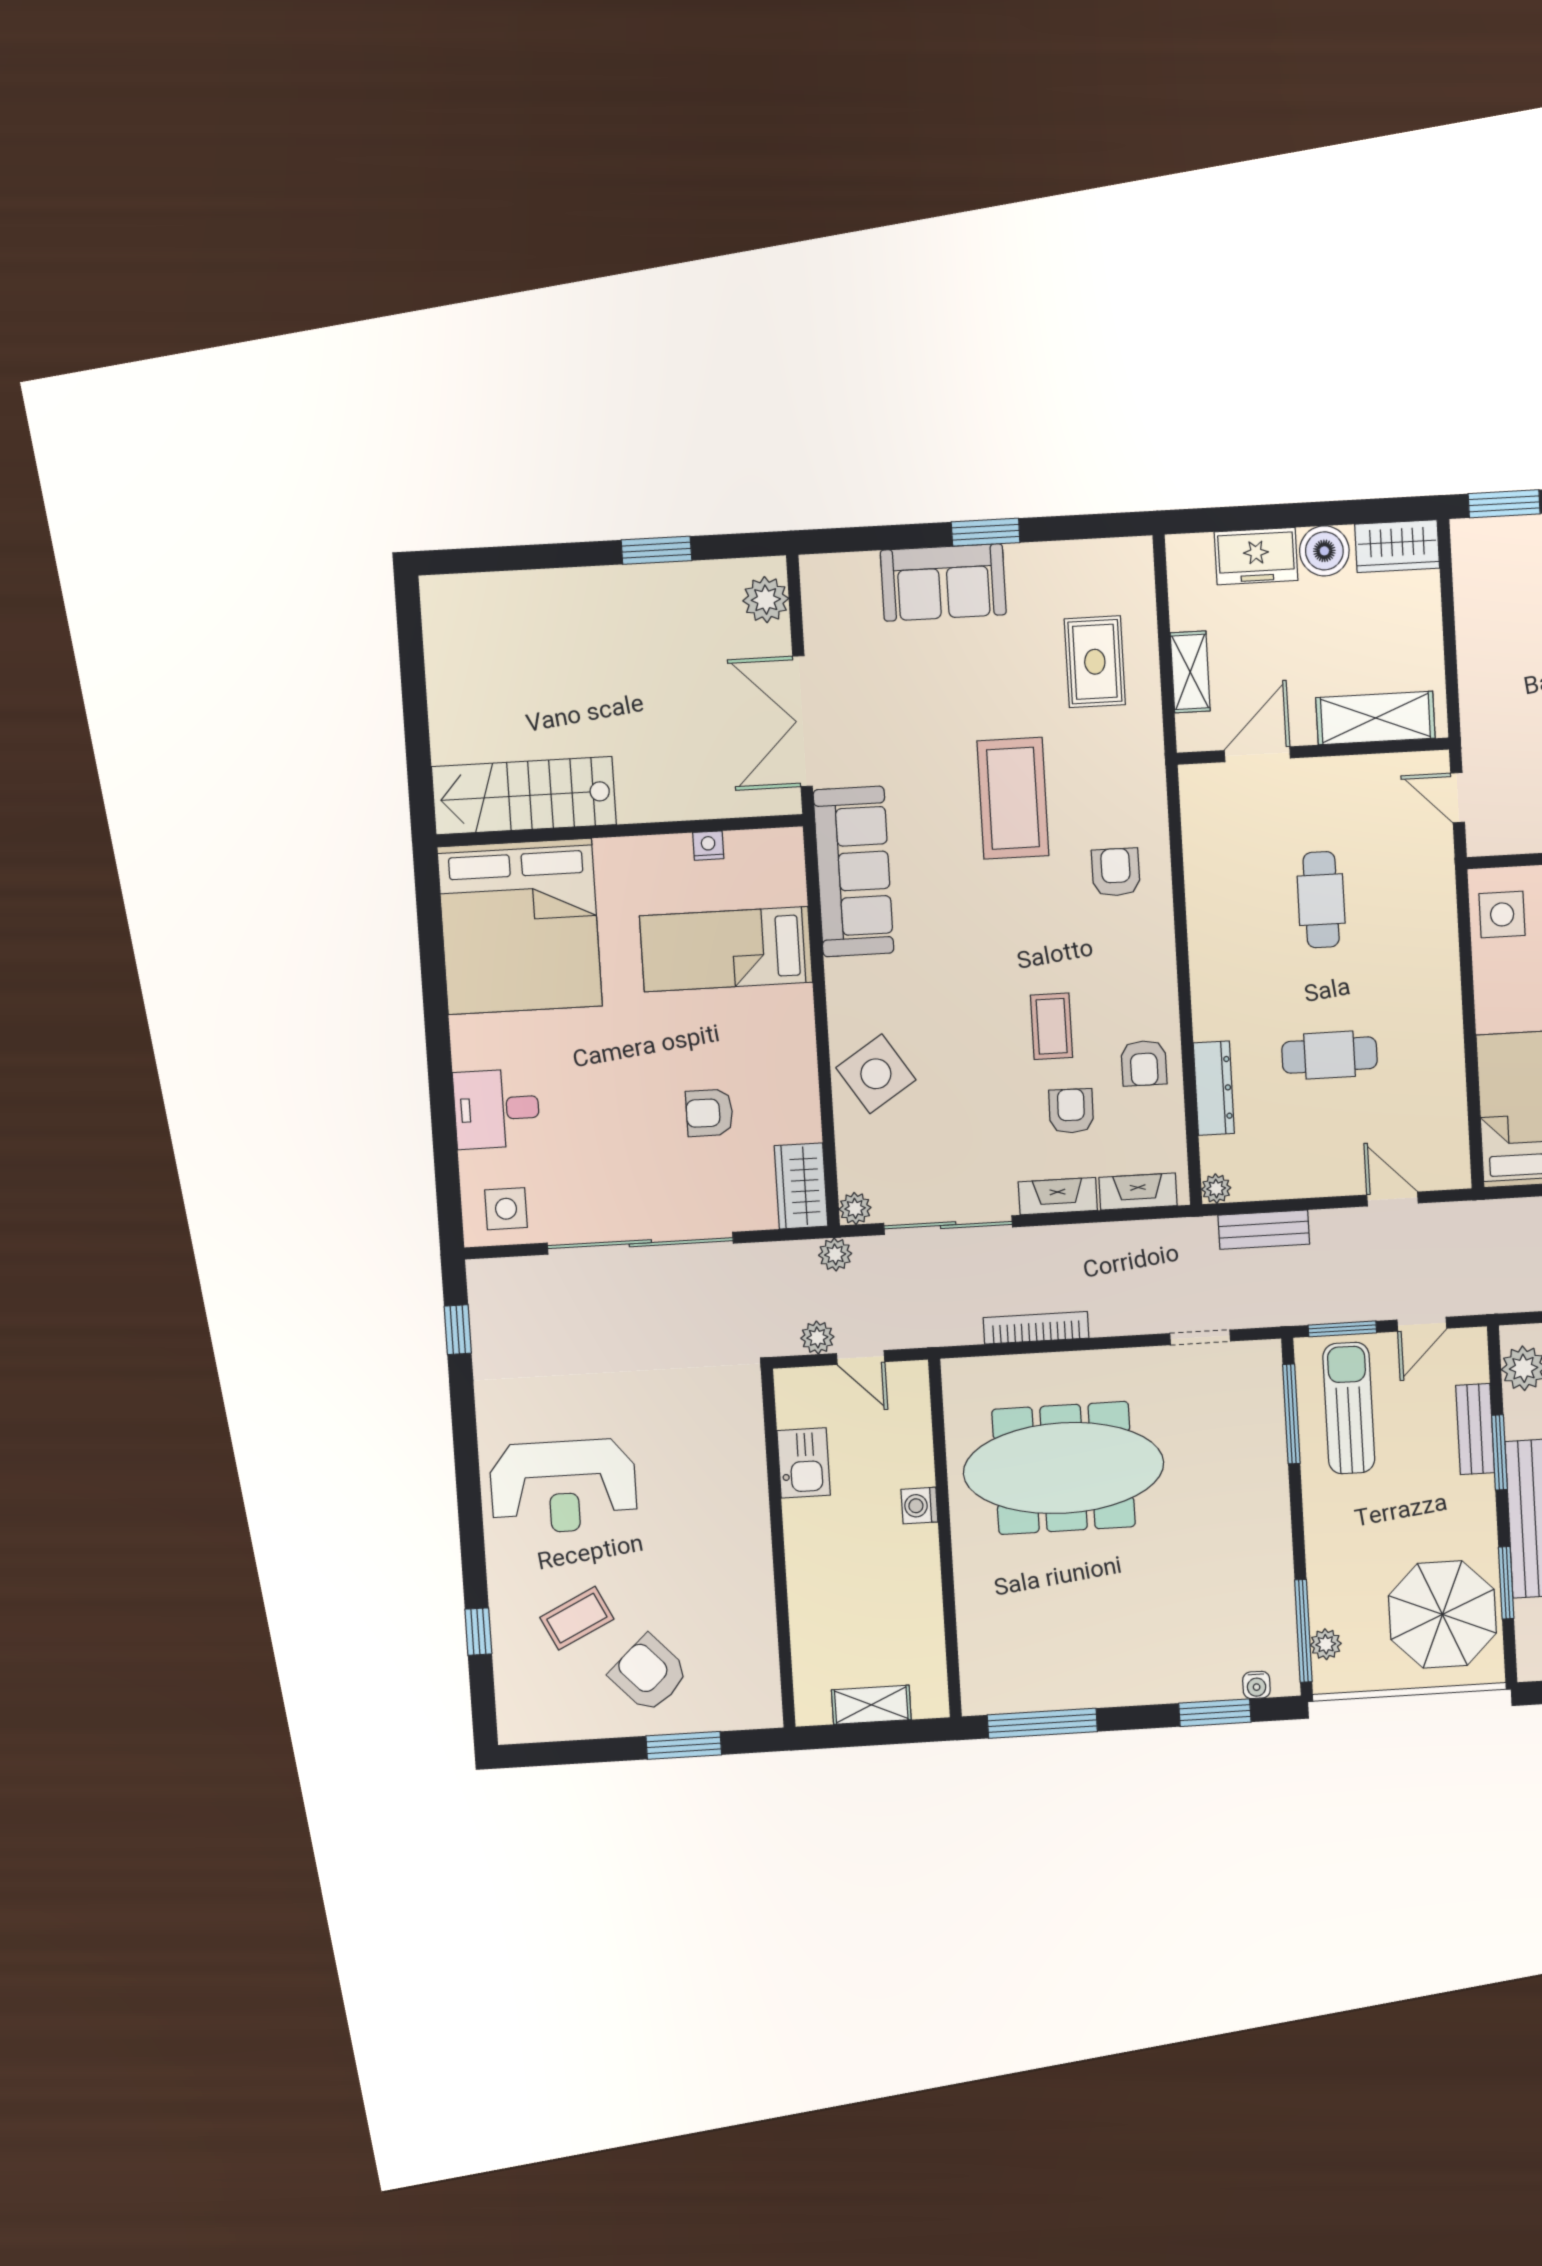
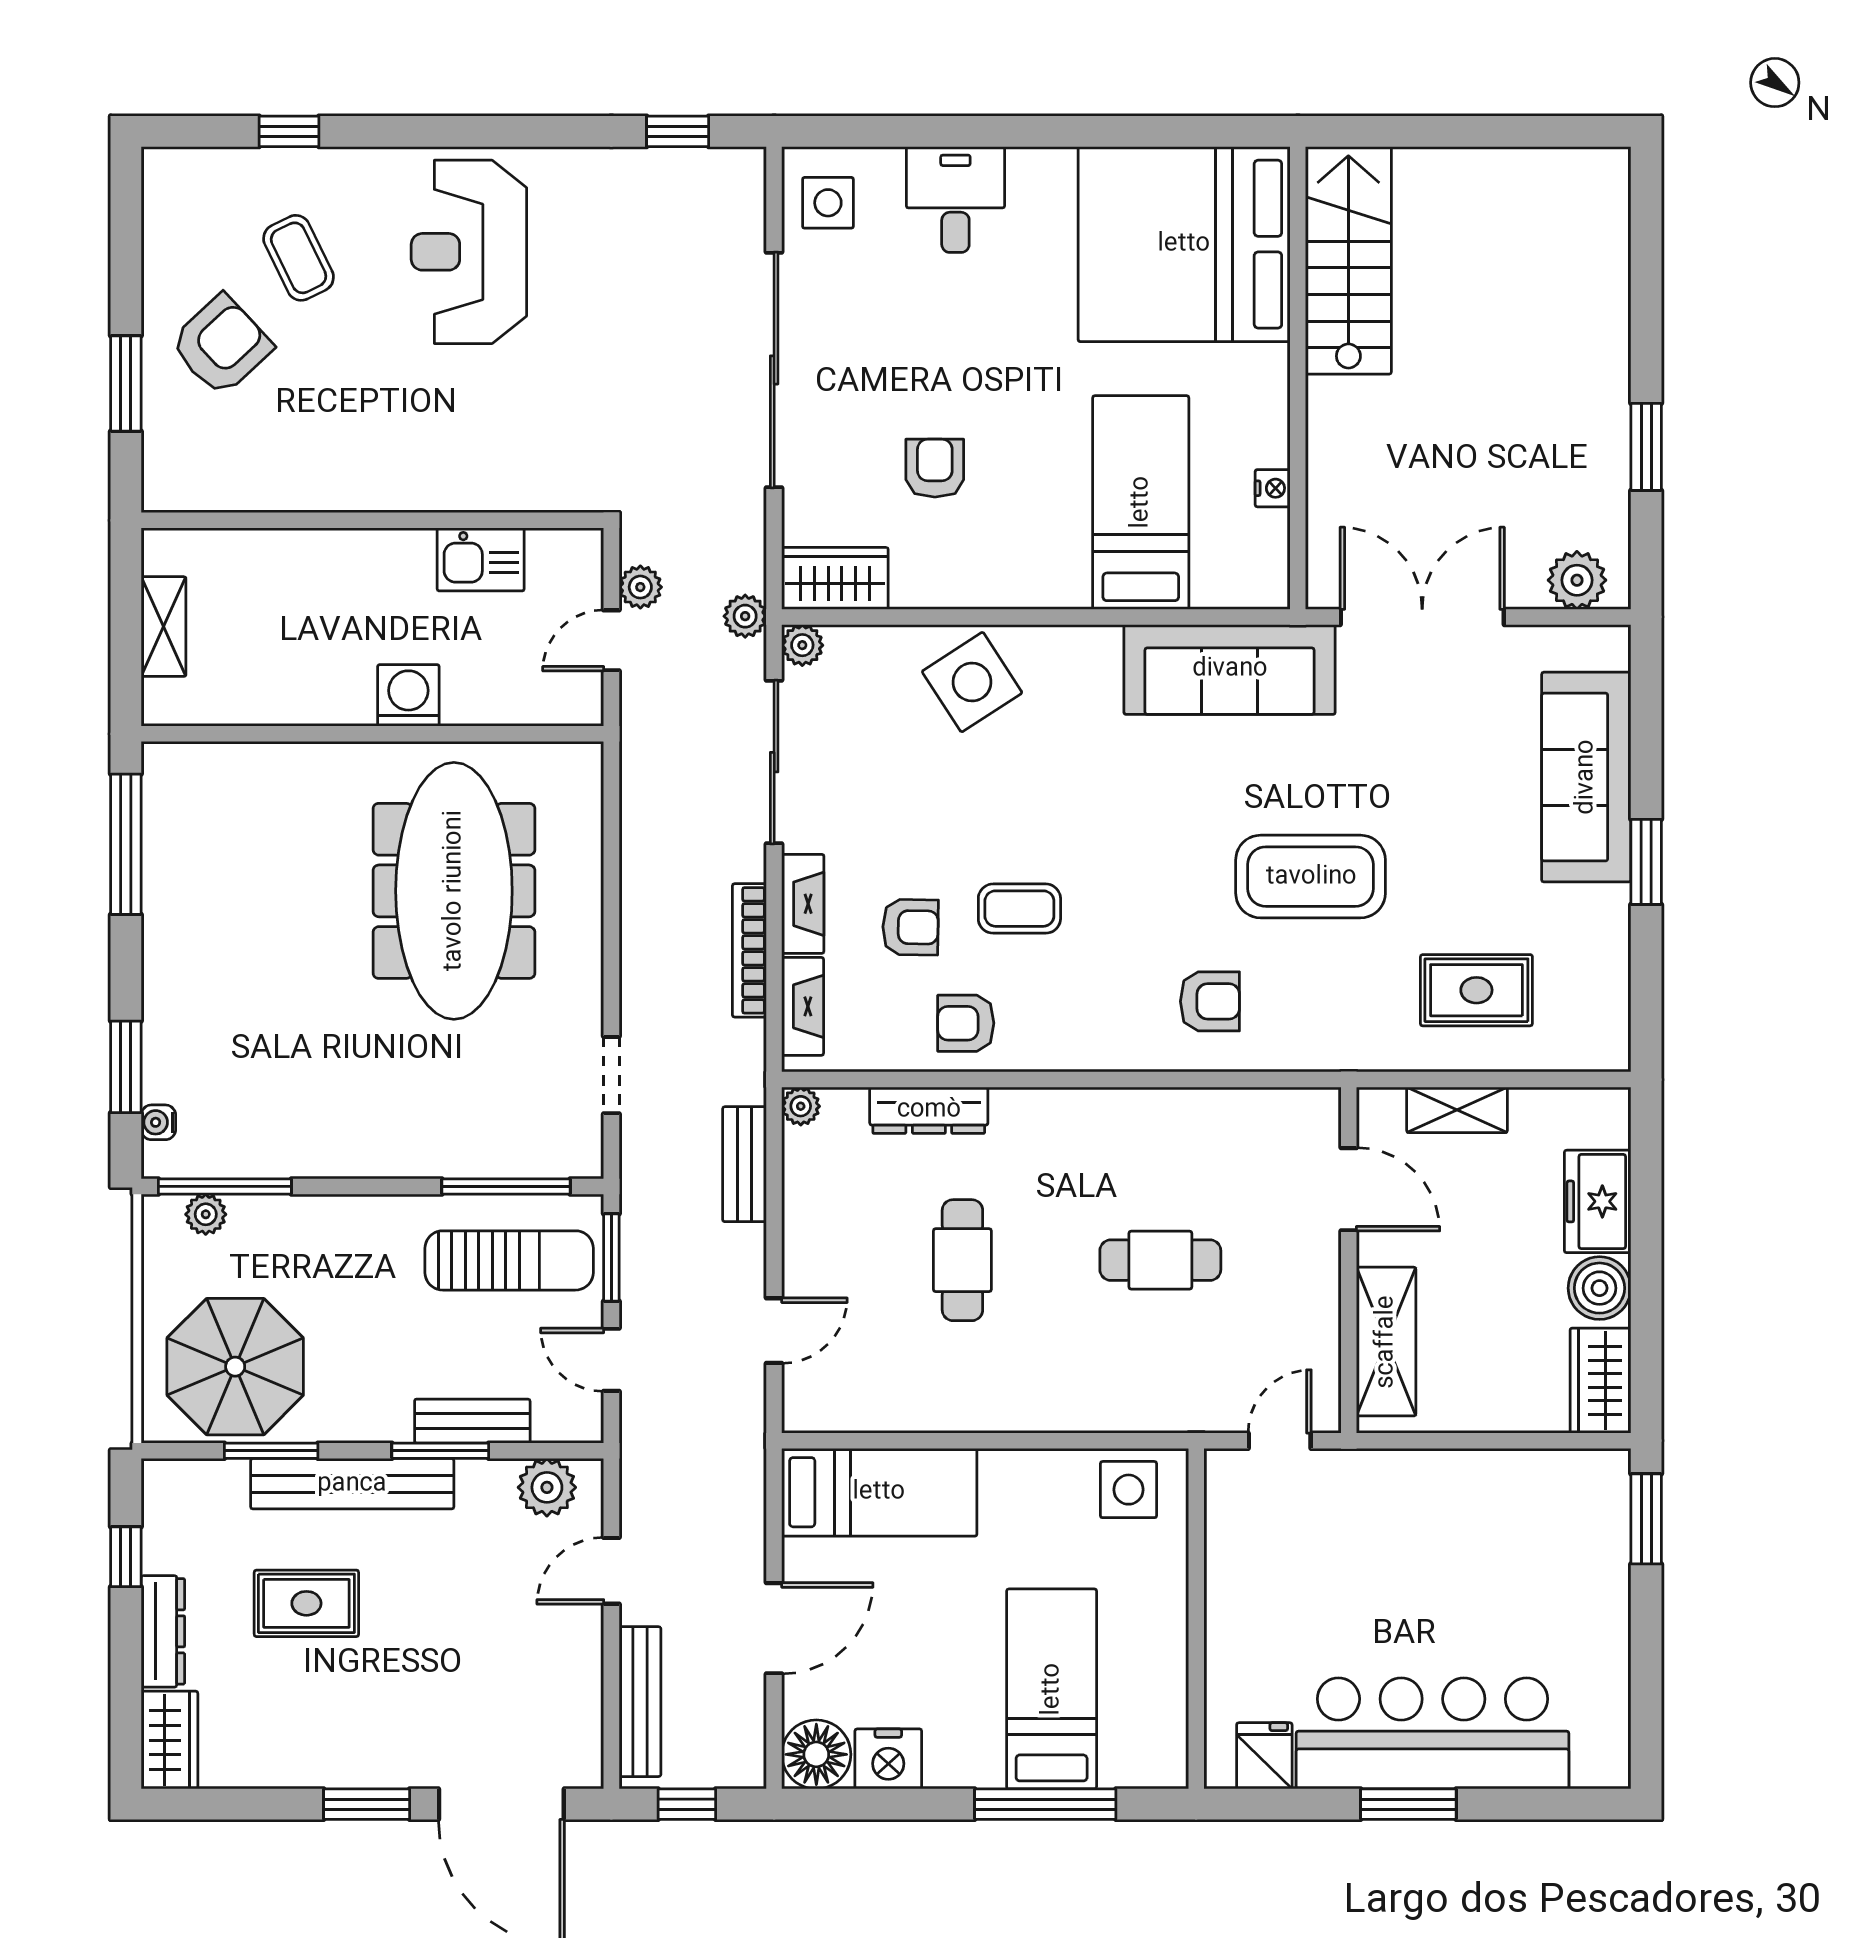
sofa: (943, 582) -> (1586, 777), width x1.36
bookcase: (1036, 1328) -> (749, 950), moved, turned 180
washing machine: (919, 1506) -> (408, 695), width x1.38, depth x1.38

